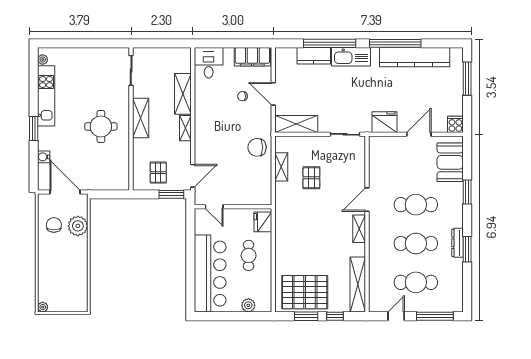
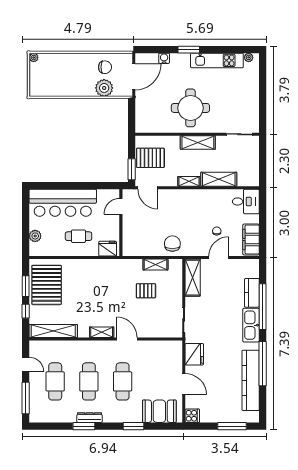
round table: (101, 126) -> (190, 108), width x1.36, depth x1.36
pallet: (158, 173) -> (150, 158), width x1.50, depth x1.42

